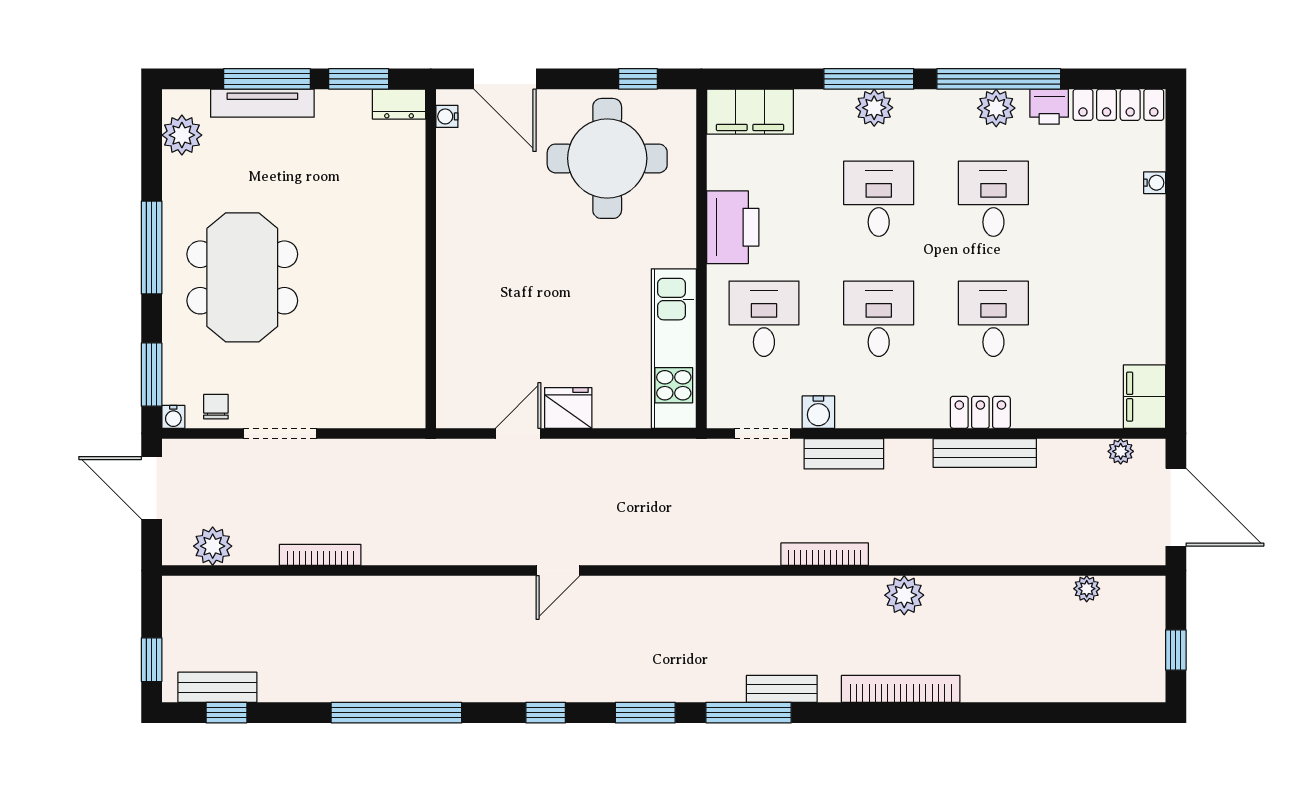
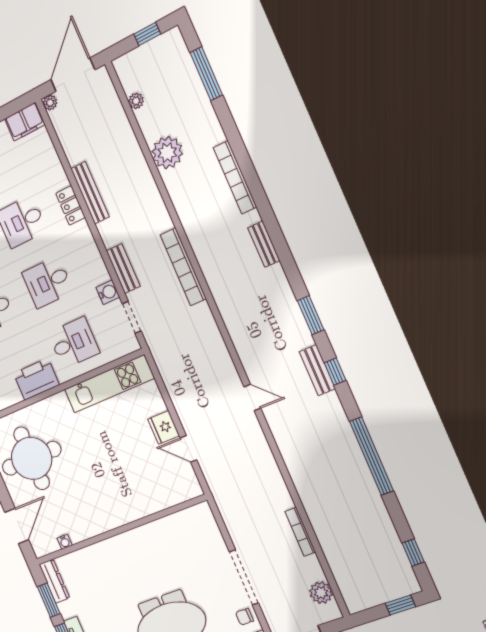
dresser: (399, 104) -> (54, 581), width x1.44
water cooler: (447, 116) -> (65, 542), moved
desk: (764, 319) -> (74, 343), turned 180
doorway: (280, 433) -> (244, 577), width x1.36
plant: (1121, 451) -> (50, 103), moved
bookcase: (825, 554) -> (183, 267), width x1.48, depth x1.31
plant: (904, 595) -> (167, 153), moved, width x1.36, depth x1.36
bench: (217, 687) -> (317, 370), moved
window: (749, 713) -> (206, 74), moved

